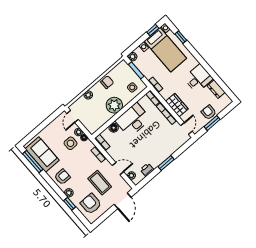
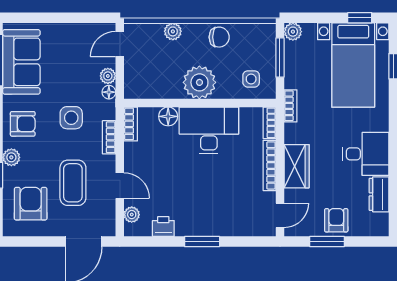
side table: (70, 143) -> (71, 118), moved

